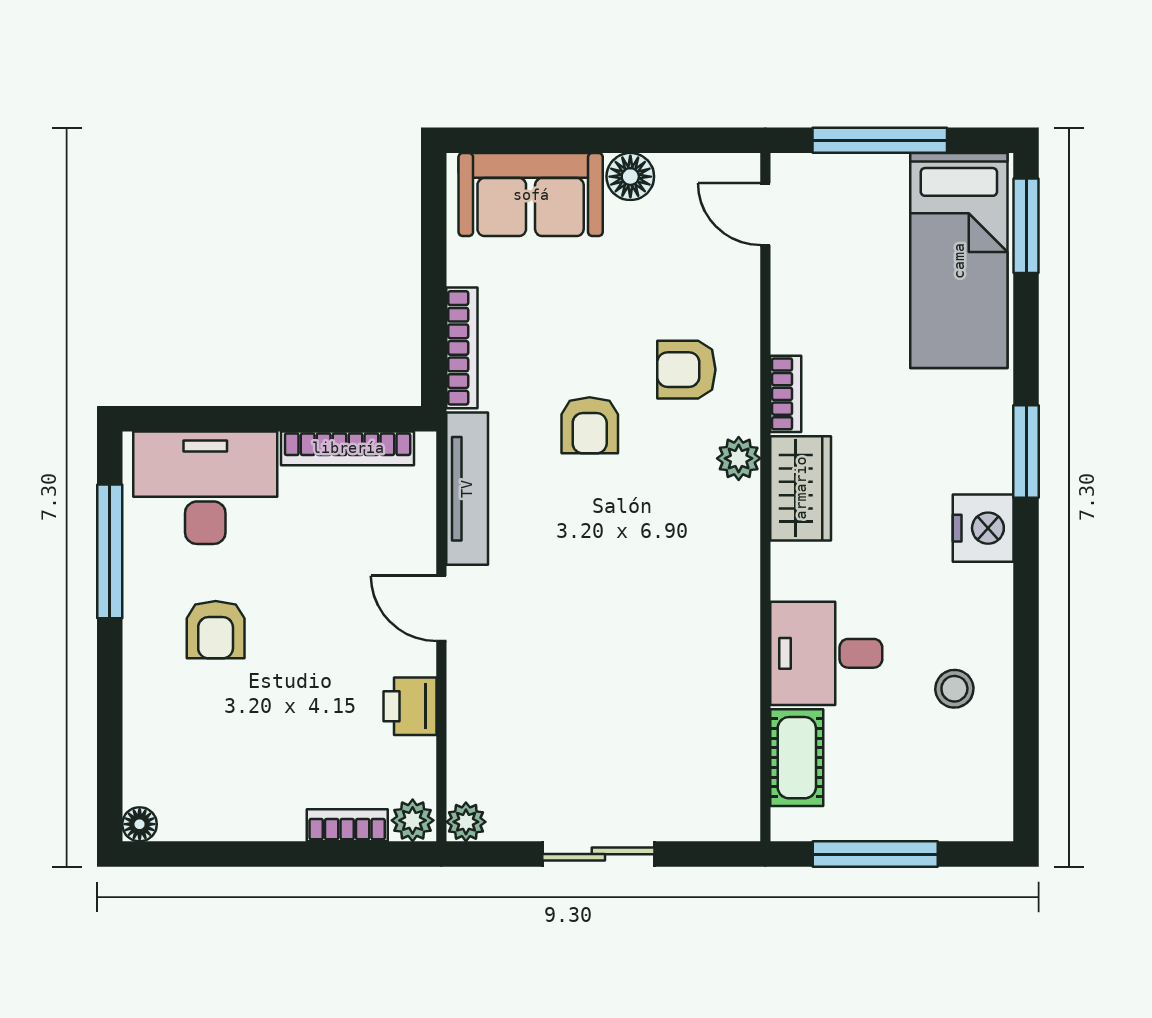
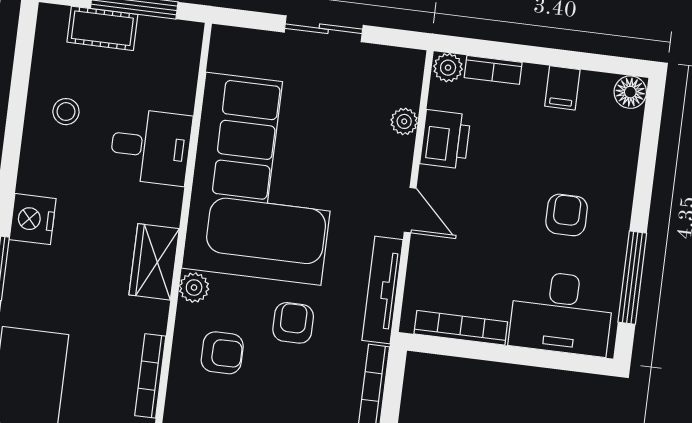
bookcase: (786, 394) -> (150, 376), moved, width x1.56
corner sofa: (658, 627) -> (263, 179), added
printer: (410, 706) -> (445, 139), width x1.36, depth x1.24
cot: (797, 758) -> (102, 28), moved, turned 90
filing cabinet: (244, 812) -> (562, 88), added
plant: (466, 822) -> (404, 121), moved
floor lamp: (140, 824) -> (630, 92), width x1.37, depth x1.37

